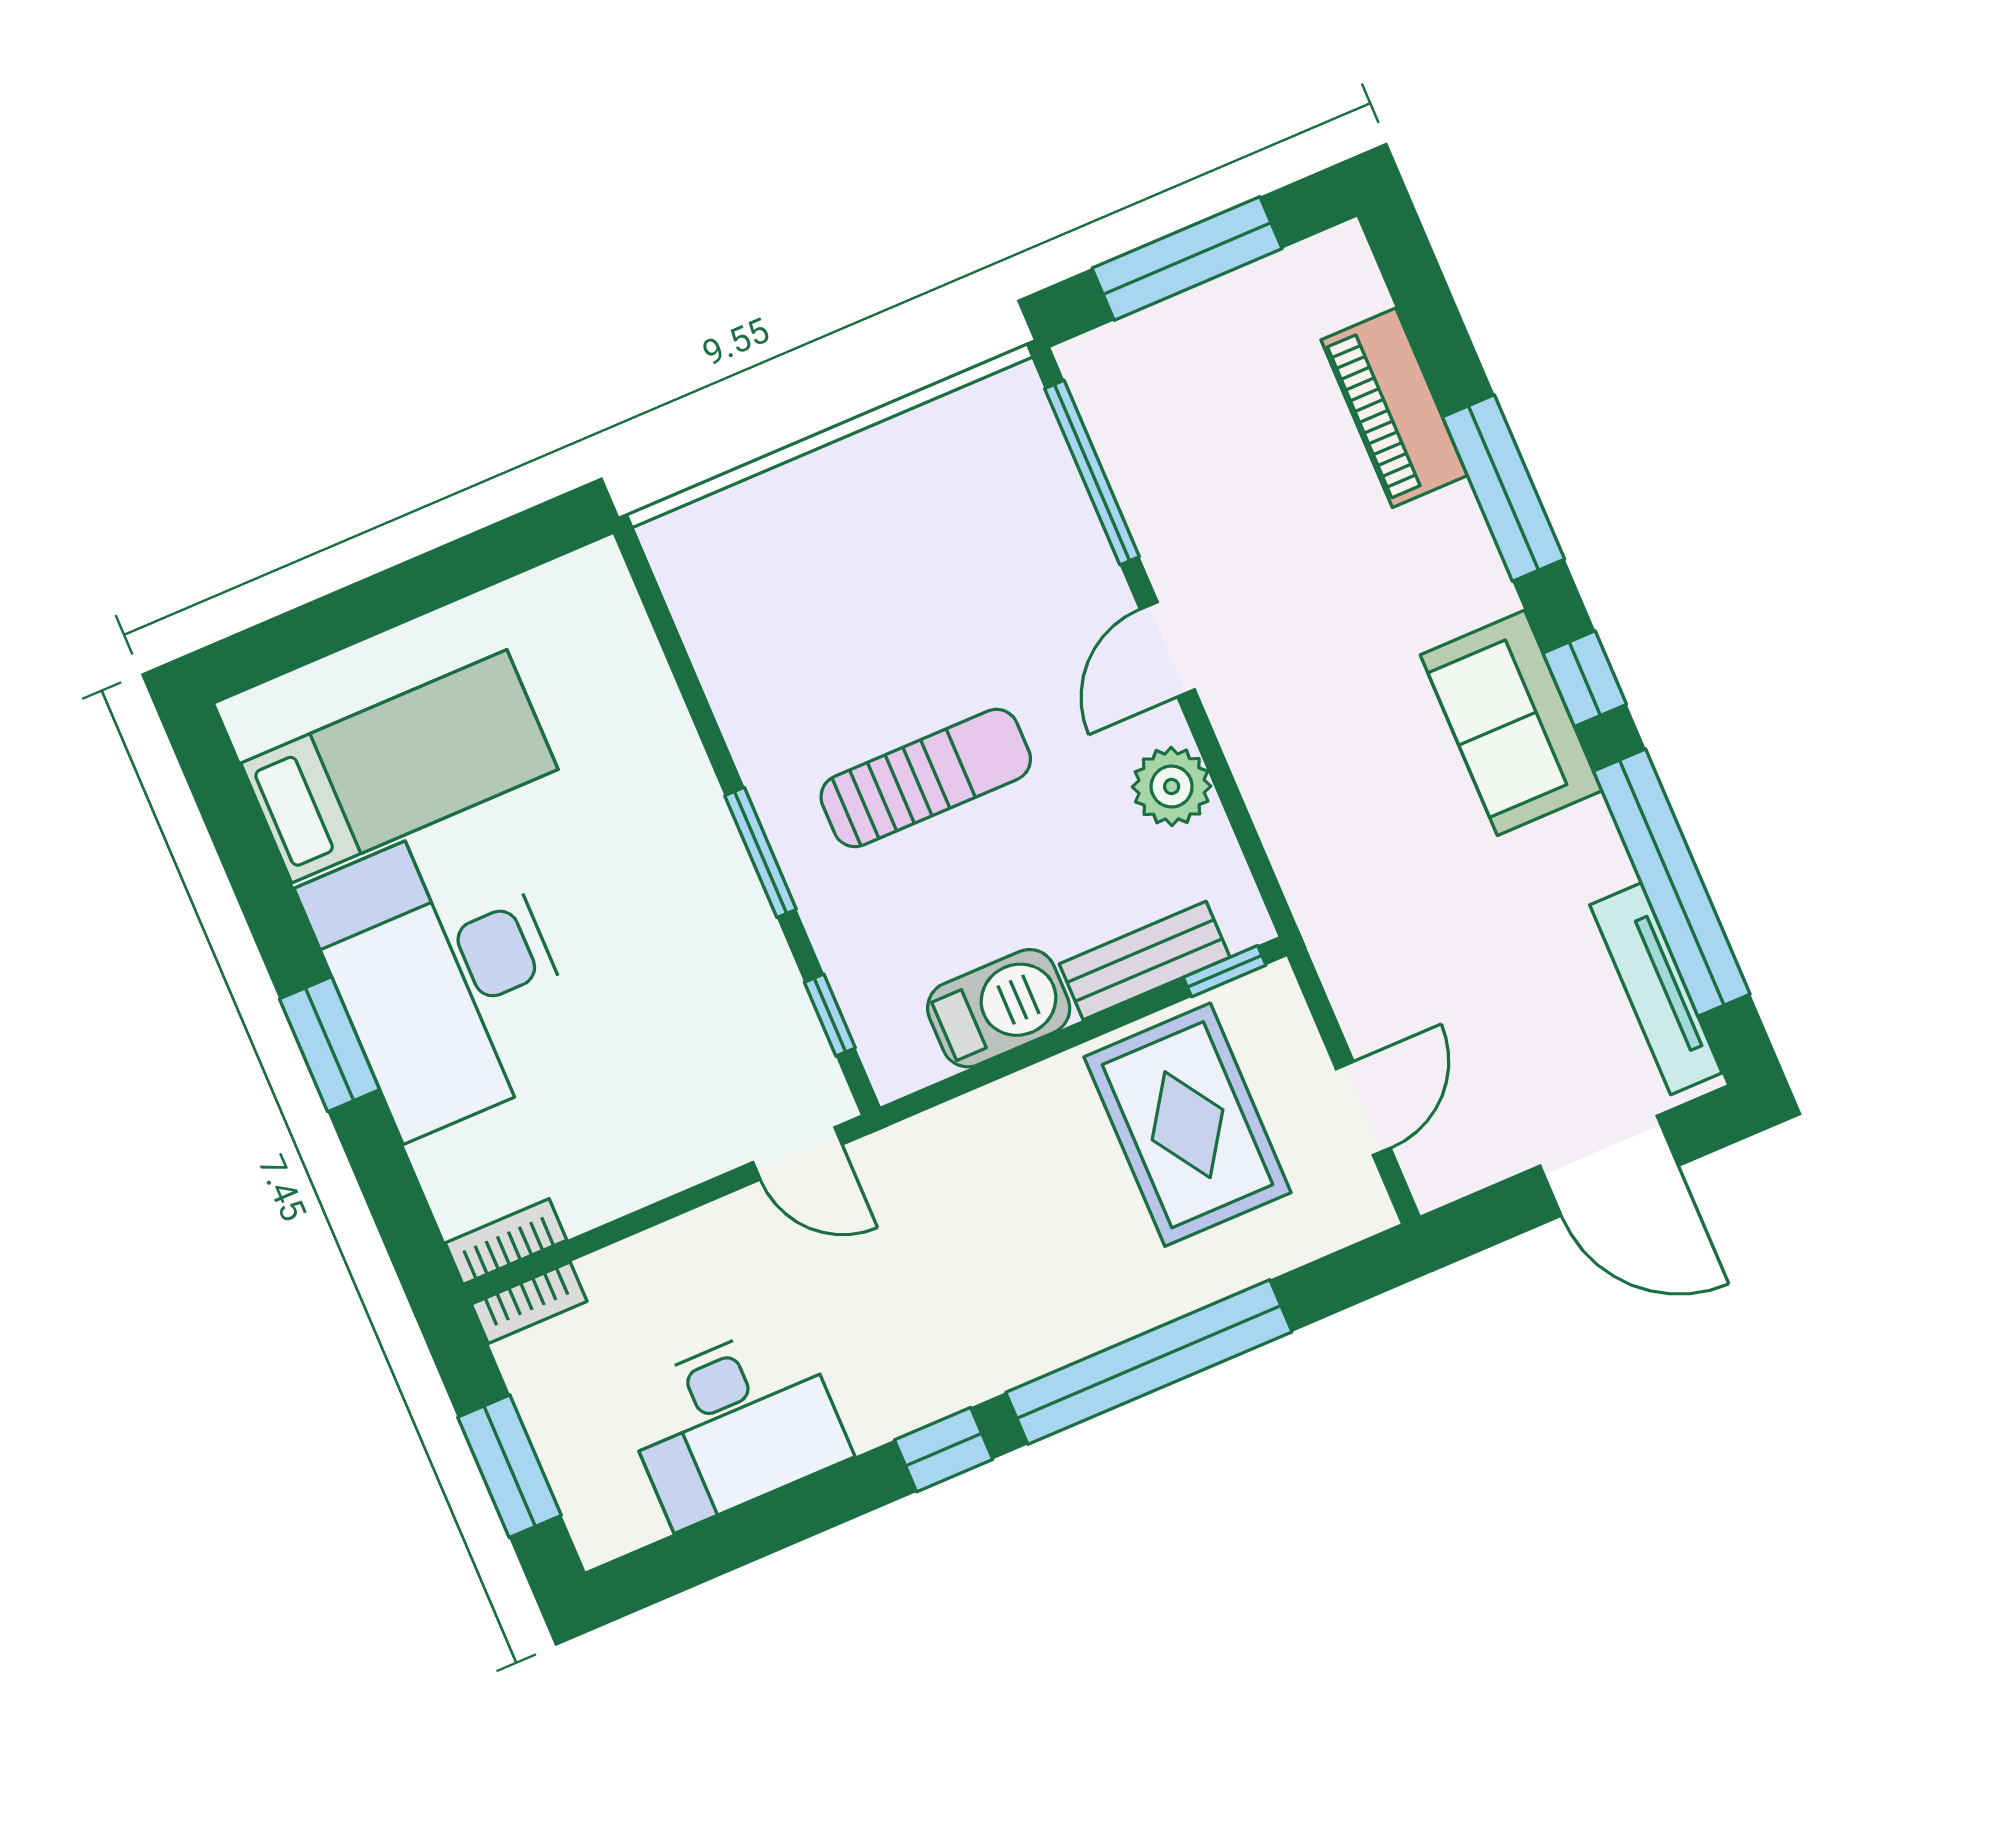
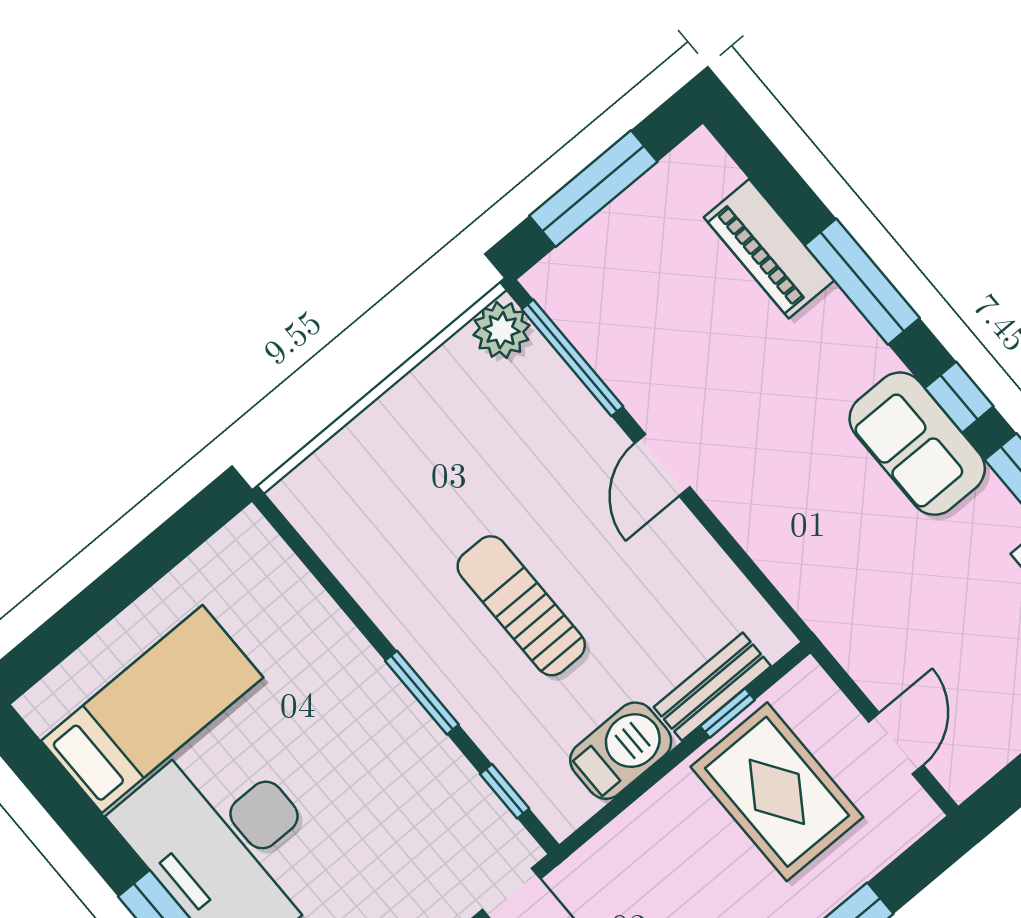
sun lounger: (926, 778) -> (521, 606), turned -90
plant: (1172, 786) -> (502, 330), moved
window: (1225, 971) -> (727, 713), moved

